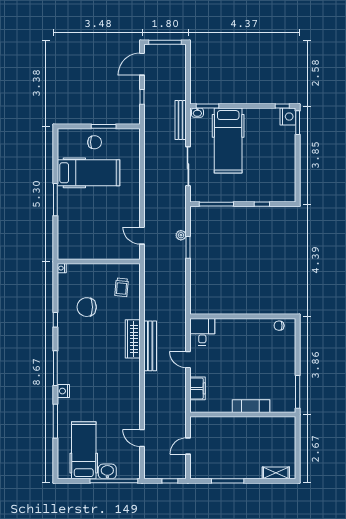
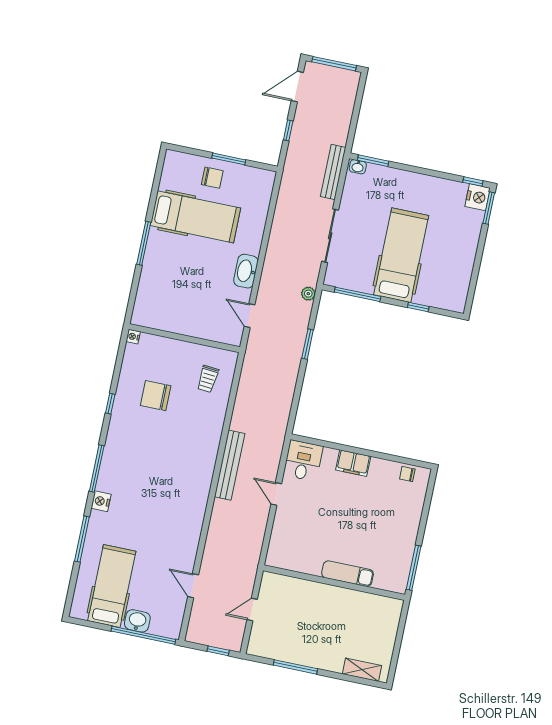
hospital bed: (228, 141) -> (401, 255), moved, turned 180
washbasin: (133, 204) -> (246, 271), added
plant: (181, 235) -> (308, 294), moved
wardrobe: (133, 339) -> (208, 451), removed
filing cabinet: (198, 388) -> (353, 463), moved, turned 90

